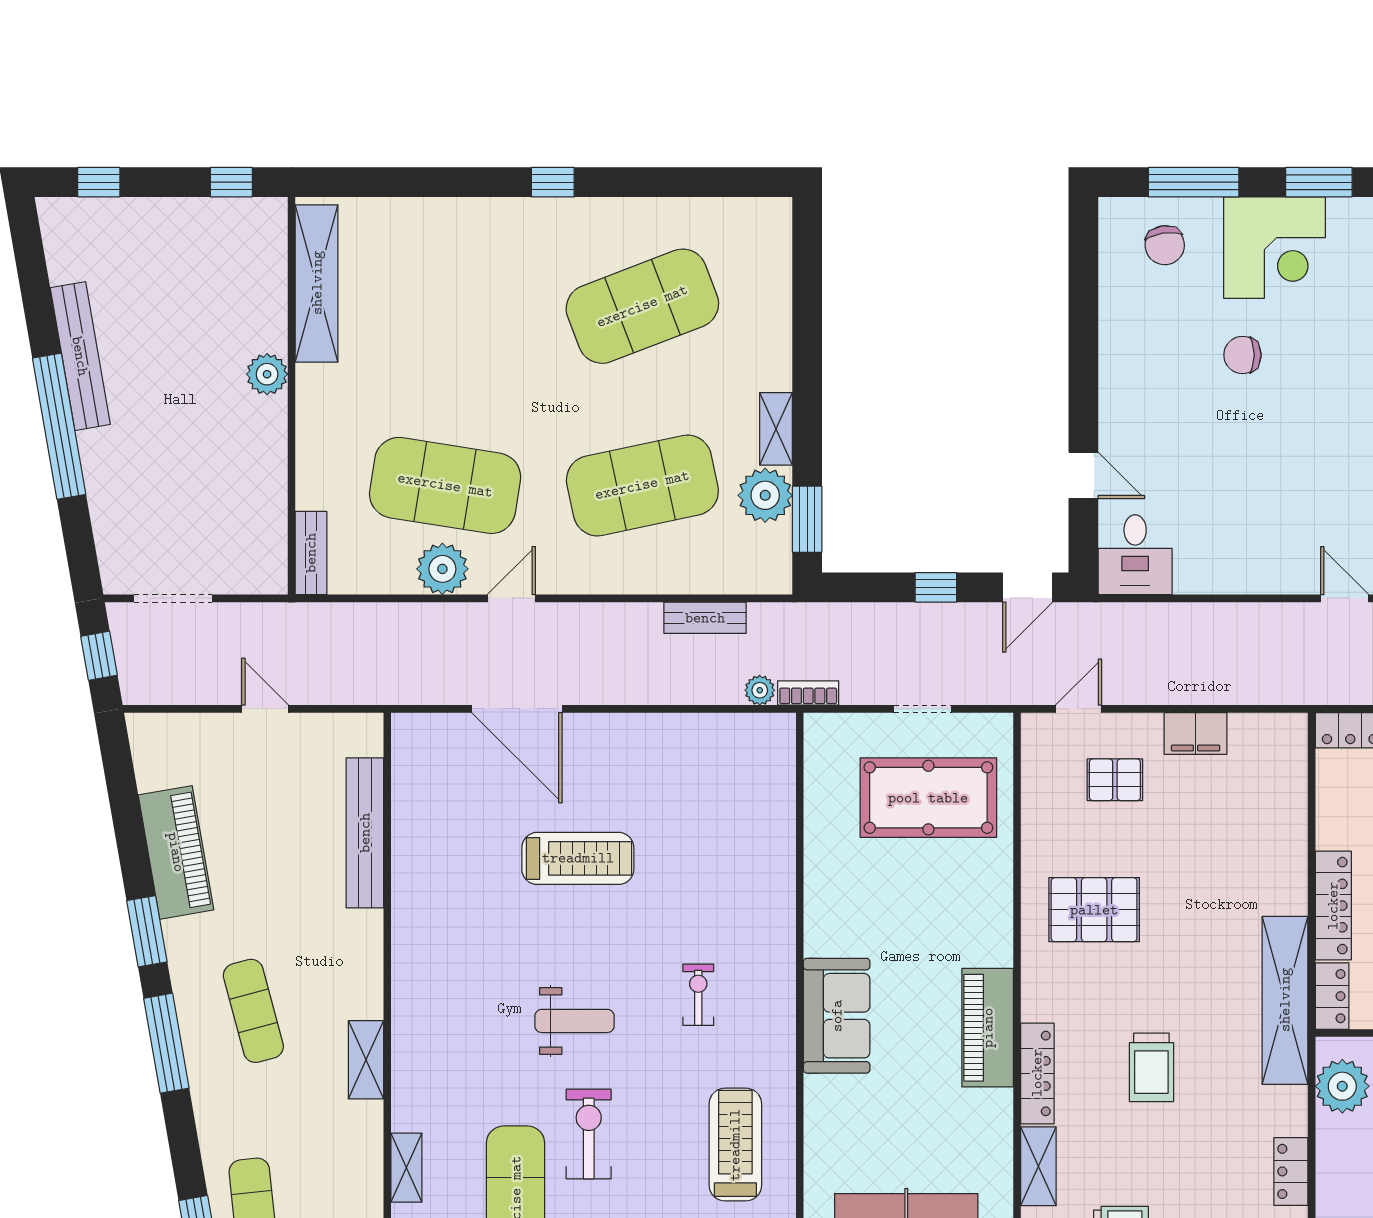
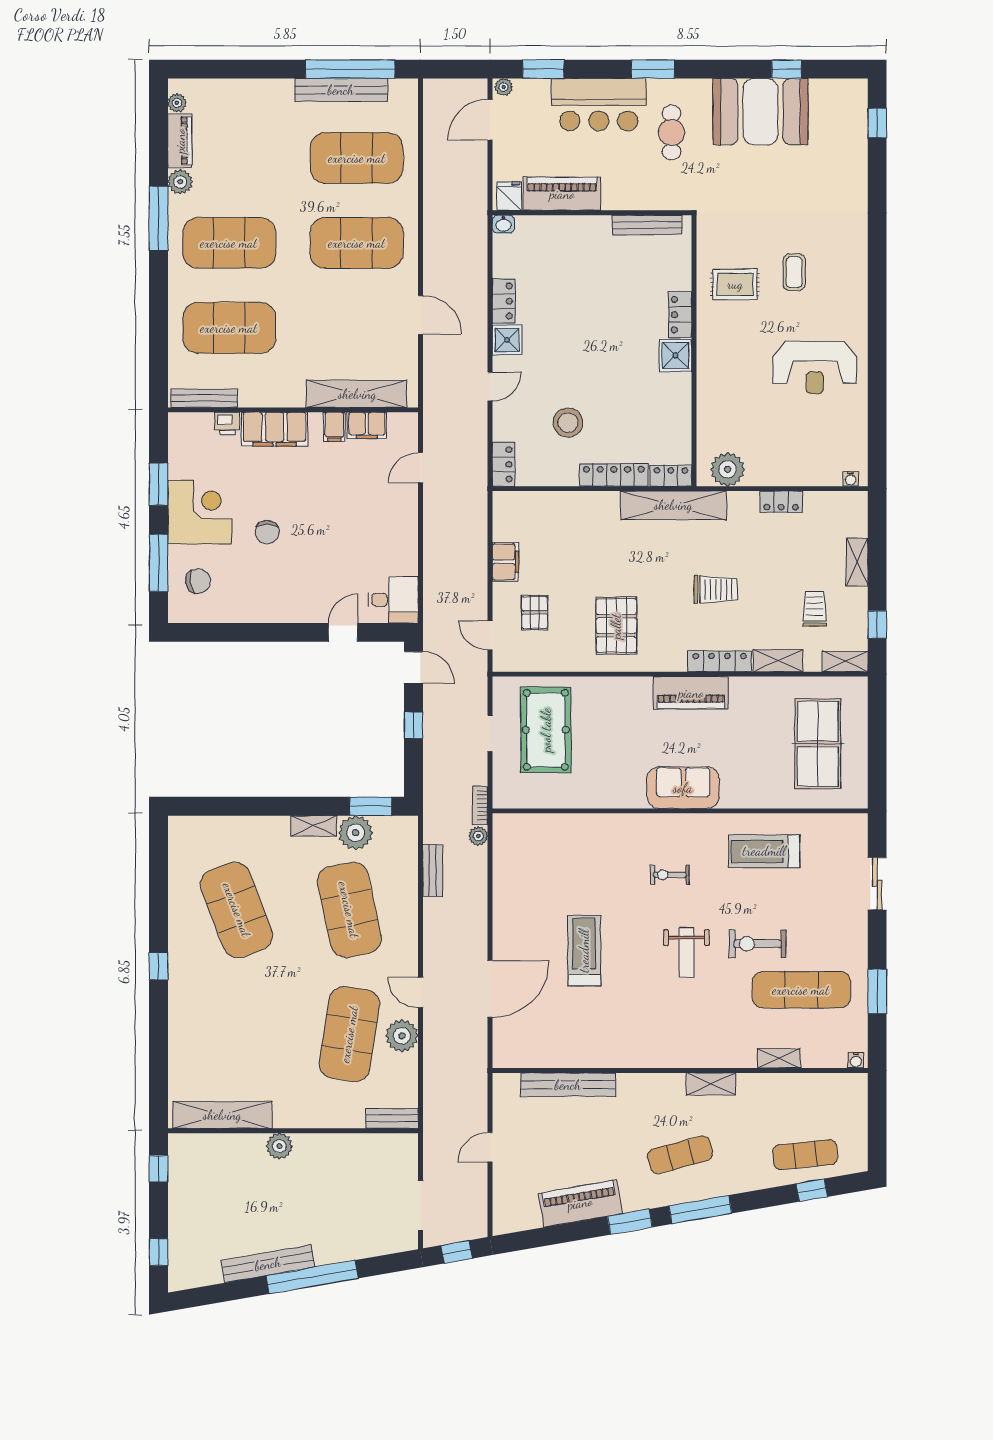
weight bench: (575, 1021) -> (686, 953), turned 180

